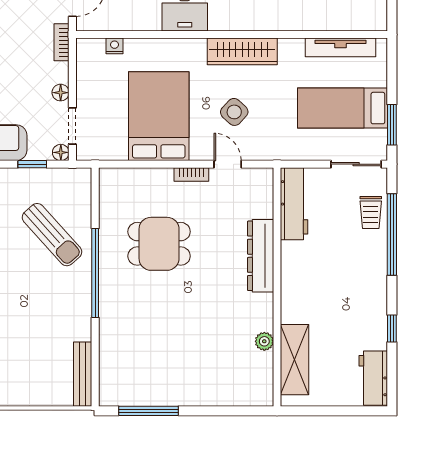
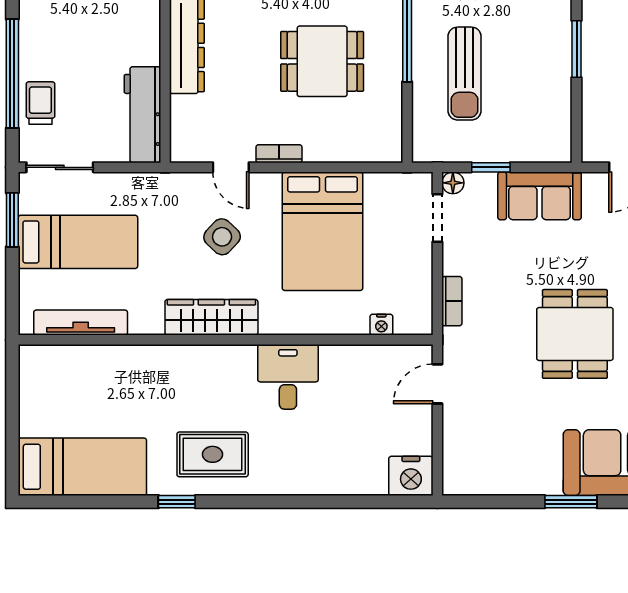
bookcase: (62, 42) -> (452, 301), moved
floor lamp: (61, 93) -> (453, 263), removed
sun lounger: (52, 235) -> (465, 74), turned -138

